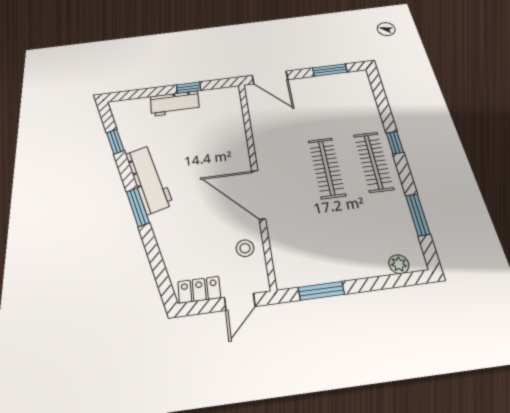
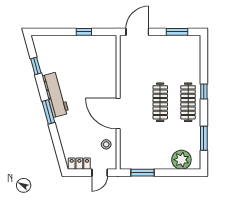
door: (270, 78) -> (137, 32), swing flipped
workbench: (175, 103) -> (74, 43), removed
plant: (399, 264) -> (181, 160), width x1.88, depth x1.88

